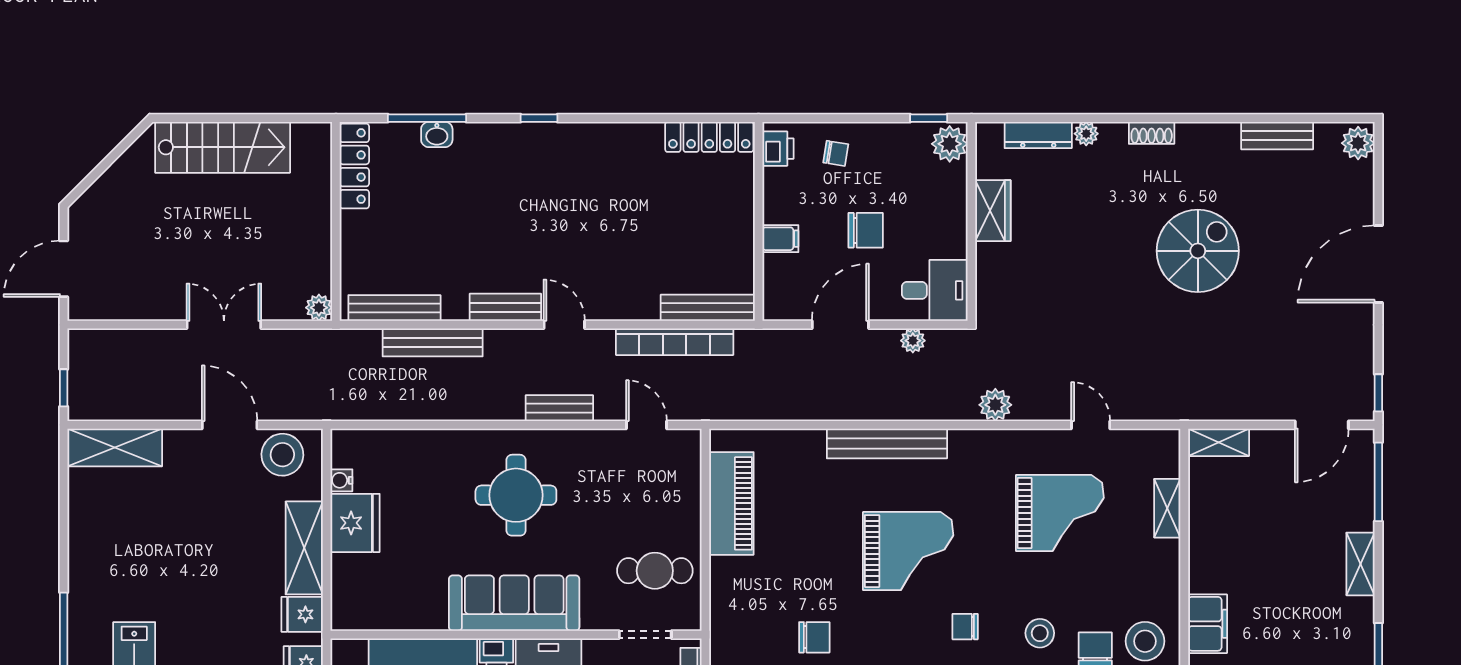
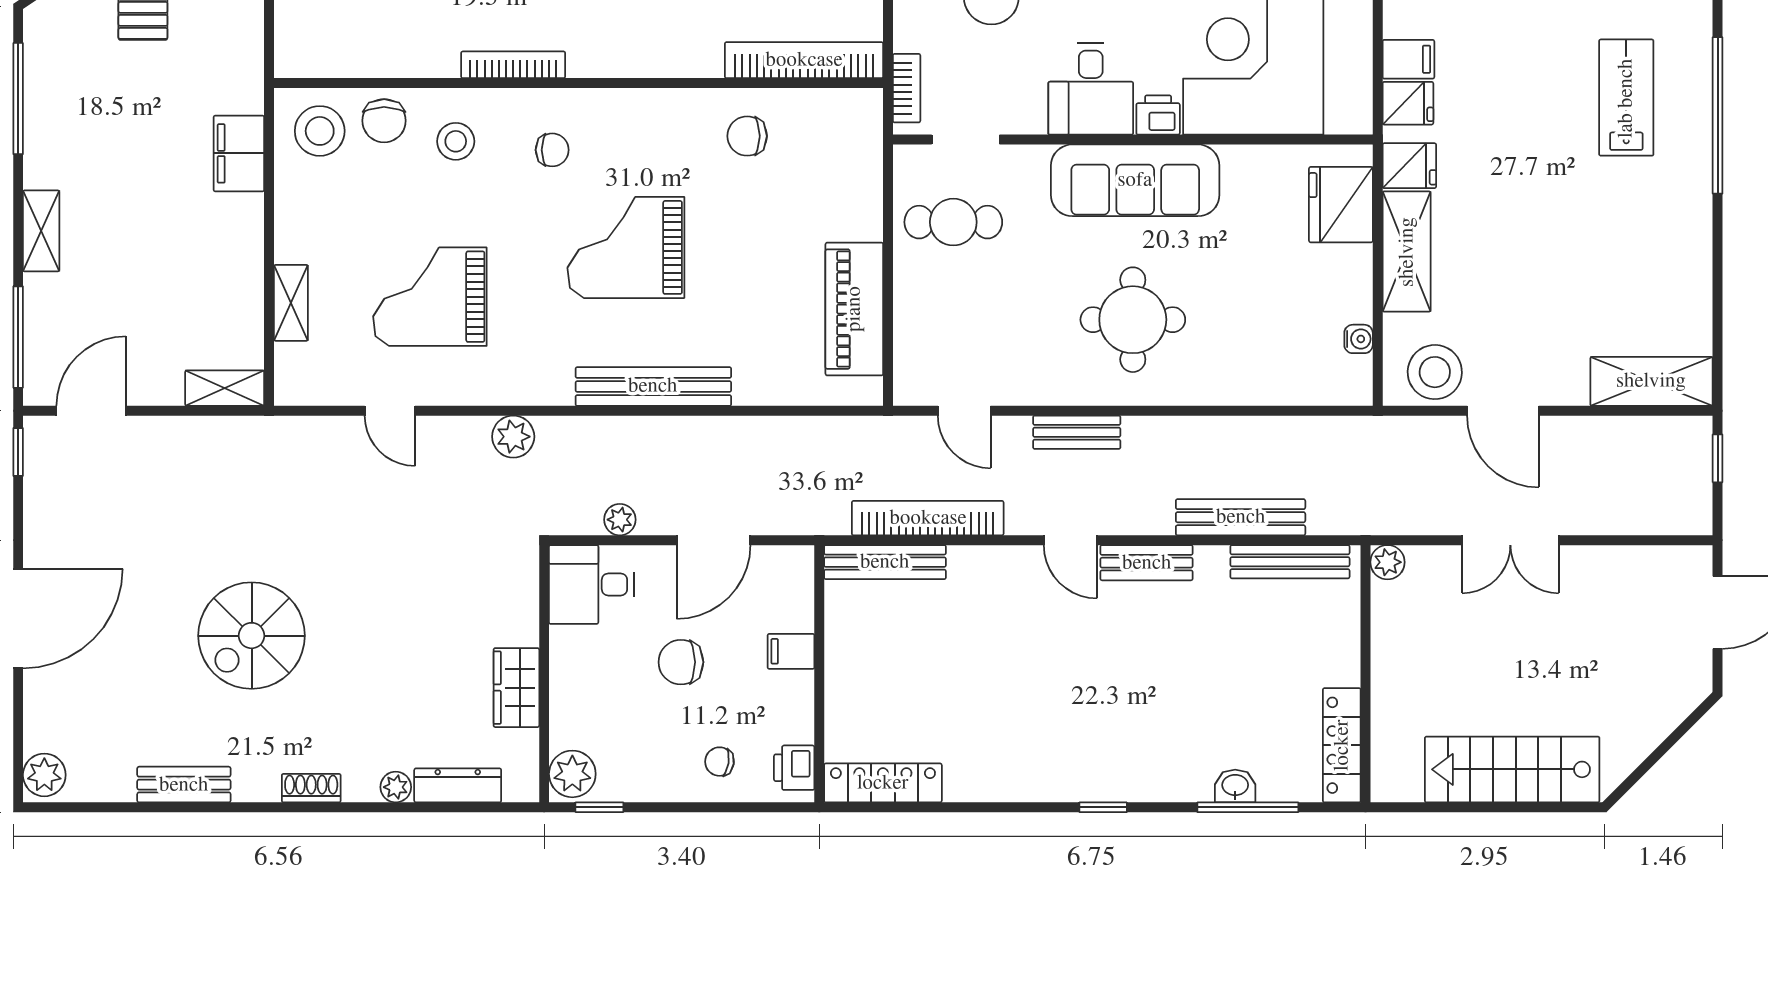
bench: (1277, 136) -> (184, 785), moved
fridge: (355, 523) -> (1341, 205), moved

